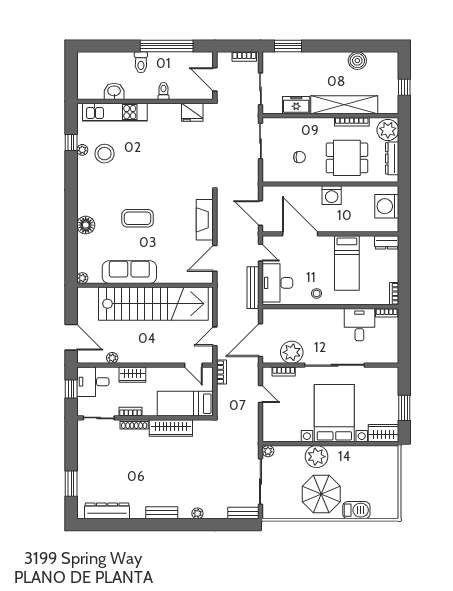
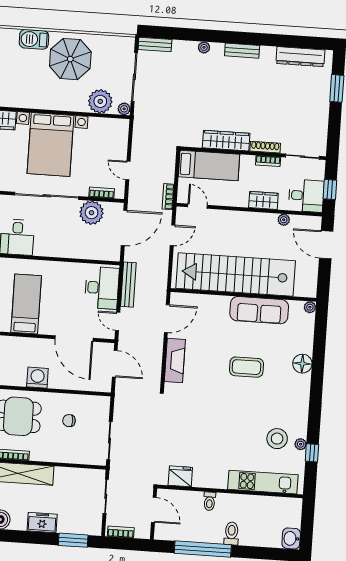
washbasin: (114, 91) -> (291, 538), moved, turned 90
freezer: (296, 105) -> (42, 523), moved, turned 180
stool: (317, 293) -> (61, 274), removed
plant: (317, 457) -> (100, 101), moved

